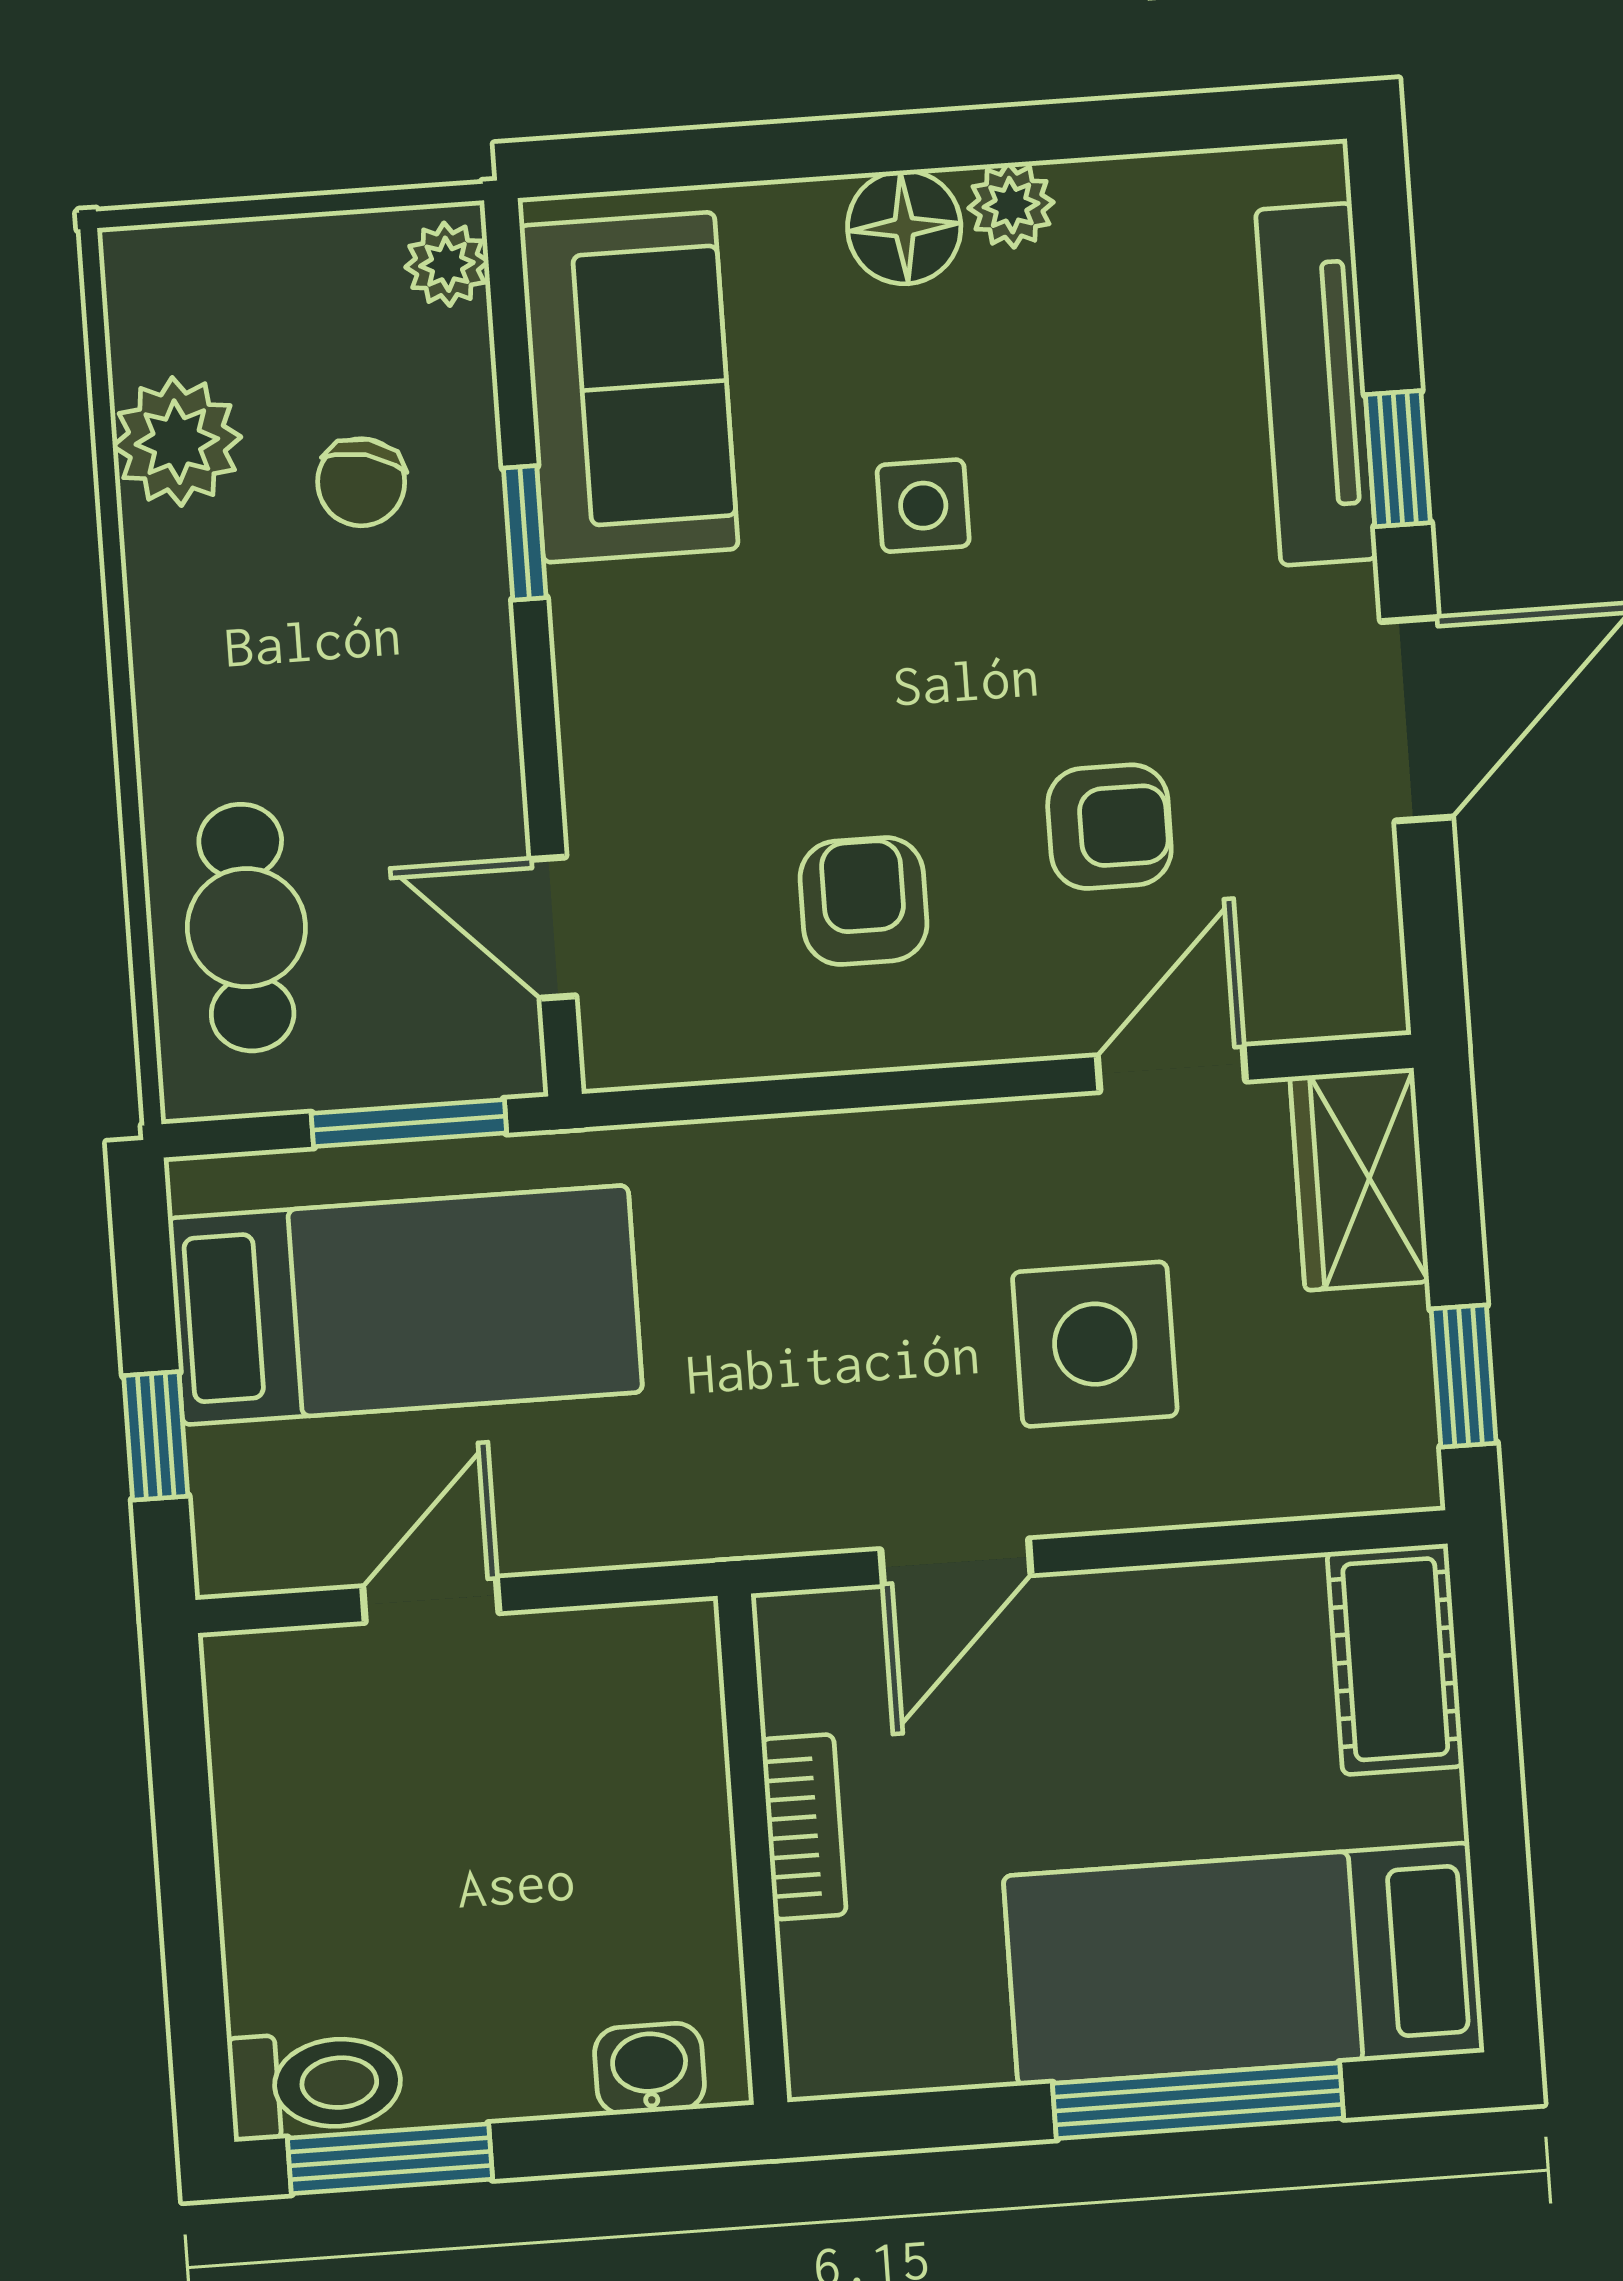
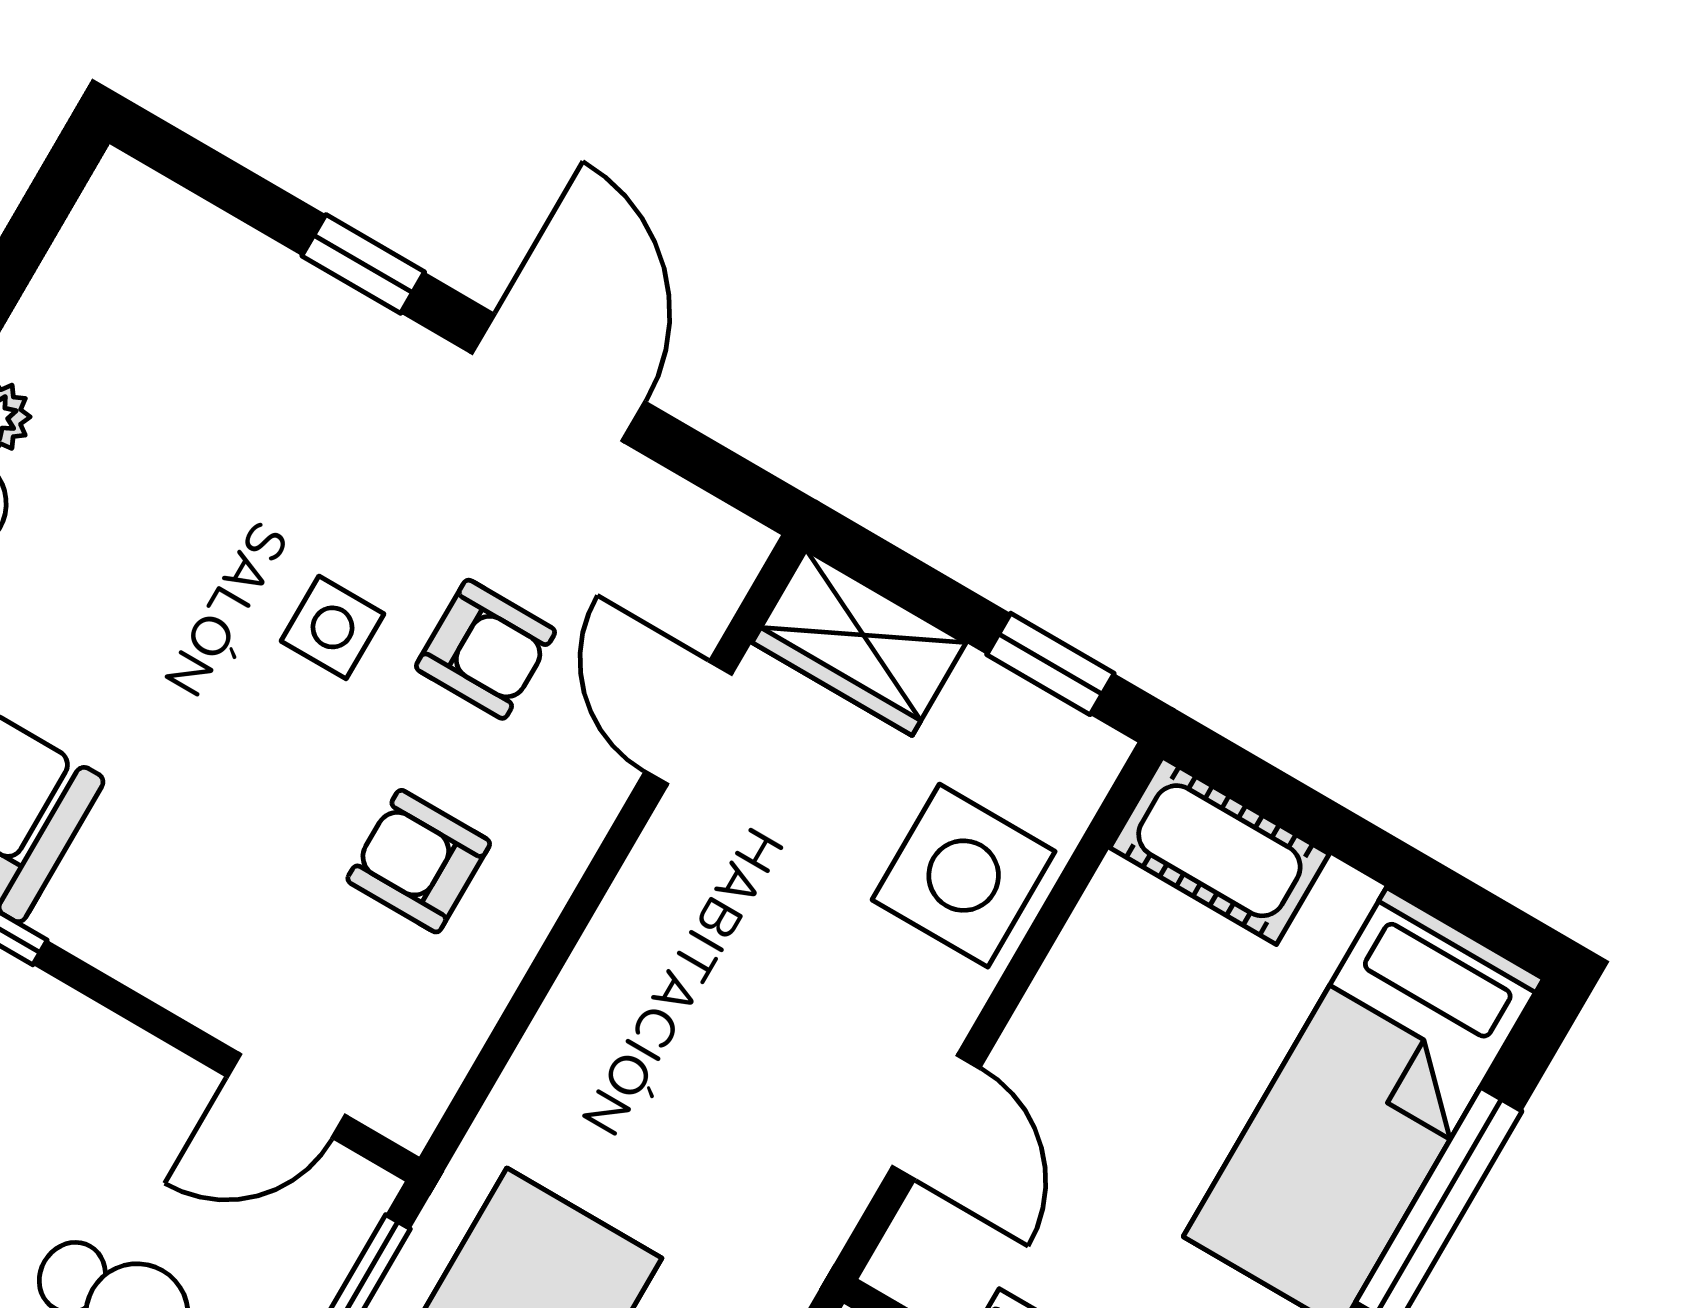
tv unit: (1316, 384) -> (270, 286), removed
side table: (923, 506) -> (332, 627), moved
armchair: (1109, 827) -> (485, 649), turned 90
side table: (1095, 1344) -> (964, 876), moved

